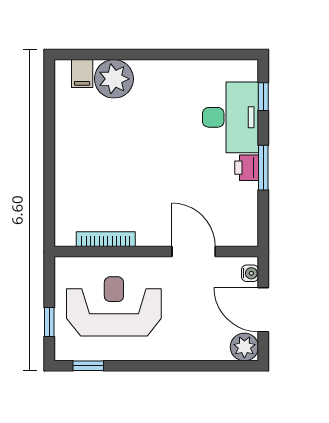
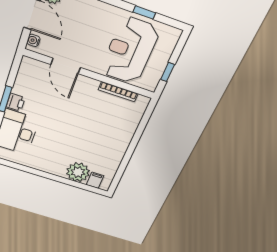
reception desk: (114, 306) -> (130, 51), turned 90
window: (49, 322) -> (168, 72), moved
window: (88, 366) -> (144, 12), moved

